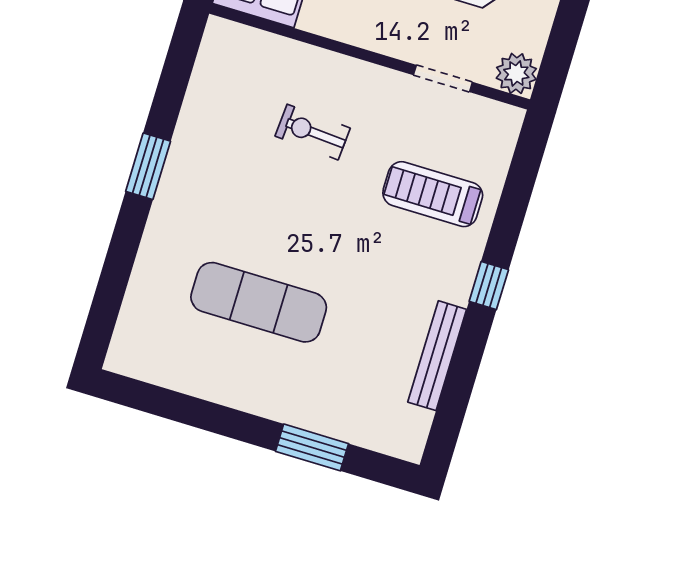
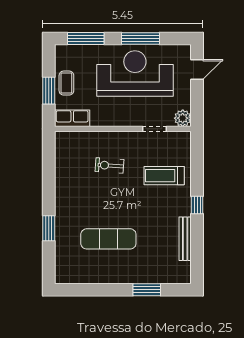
window: (148, 166) -> (49, 228), moved

